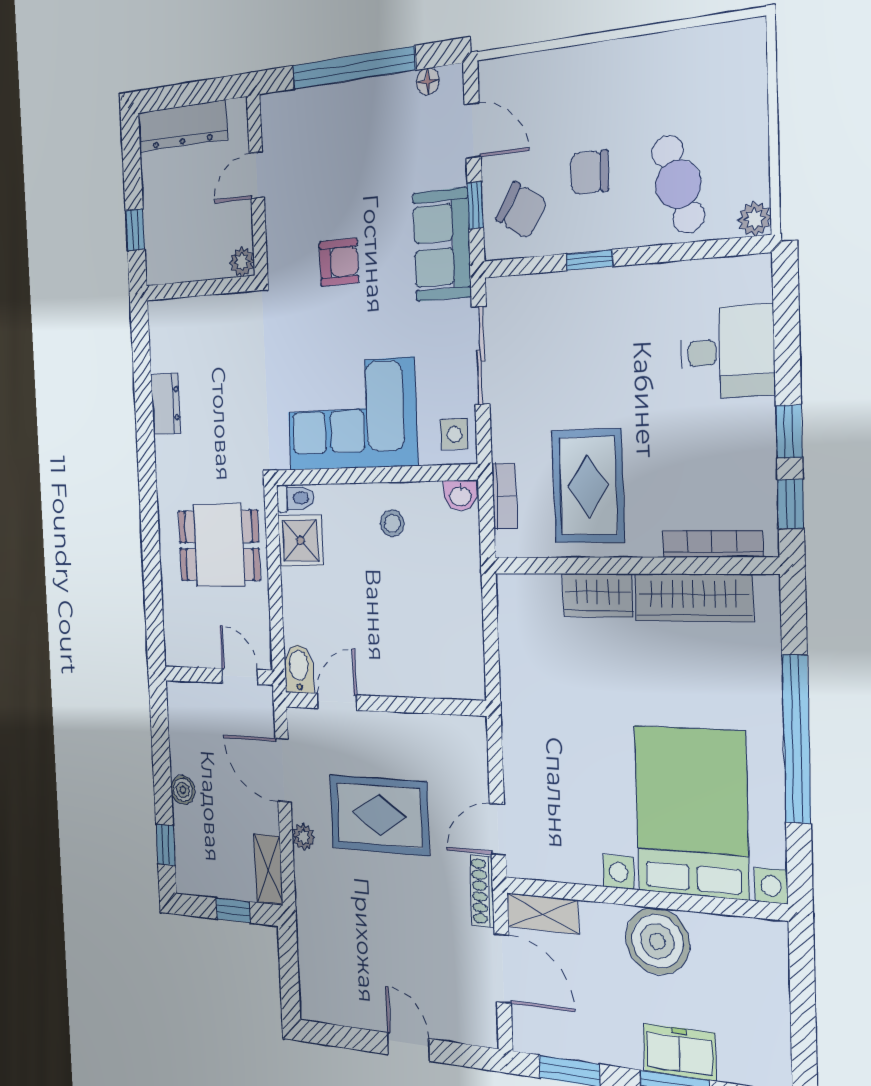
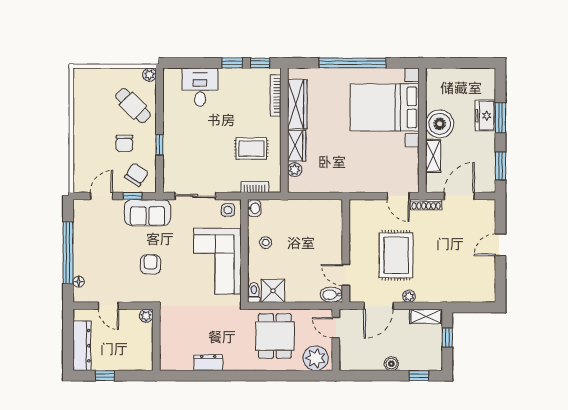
floor lamp: (428, 81) -> (79, 282), moved
cafe table: (678, 184) -> (133, 106), turned 62
window: (135, 230) -> (105, 376), moved
rug: (588, 486) -> (251, 148), width x0.73, depth x0.70
plant: (545, 590) -> (295, 170), added
plant: (184, 632) -> (316, 358), added
door: (240, 676) -> (336, 328), hinge flipped
shelving: (542, 913) -> (433, 156), moved

